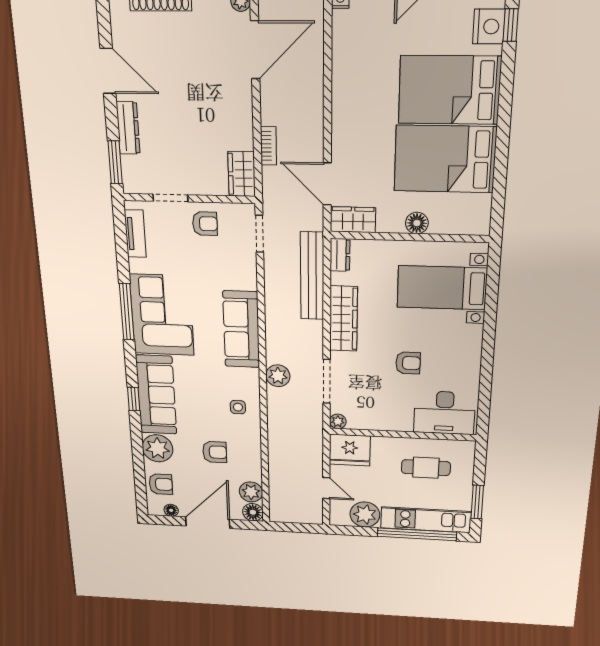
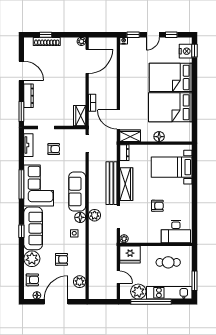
armchair: (205, 224) -> (54, 149), moved
bench: (312, 276) -> (111, 183), moved
floor lamp: (253, 512) -> (80, 217), moved
window: (417, 534) -> (151, 302), moved

